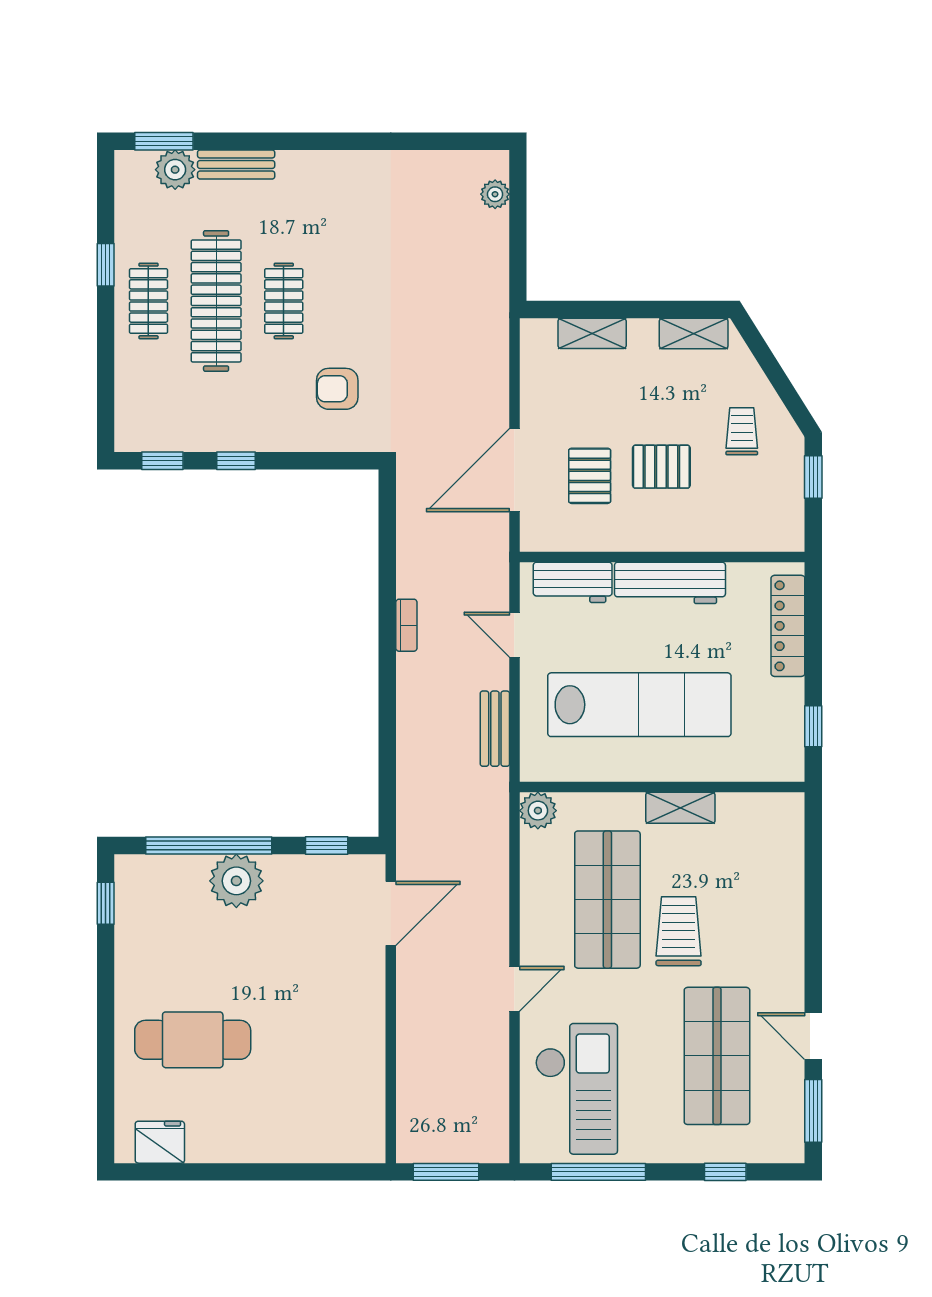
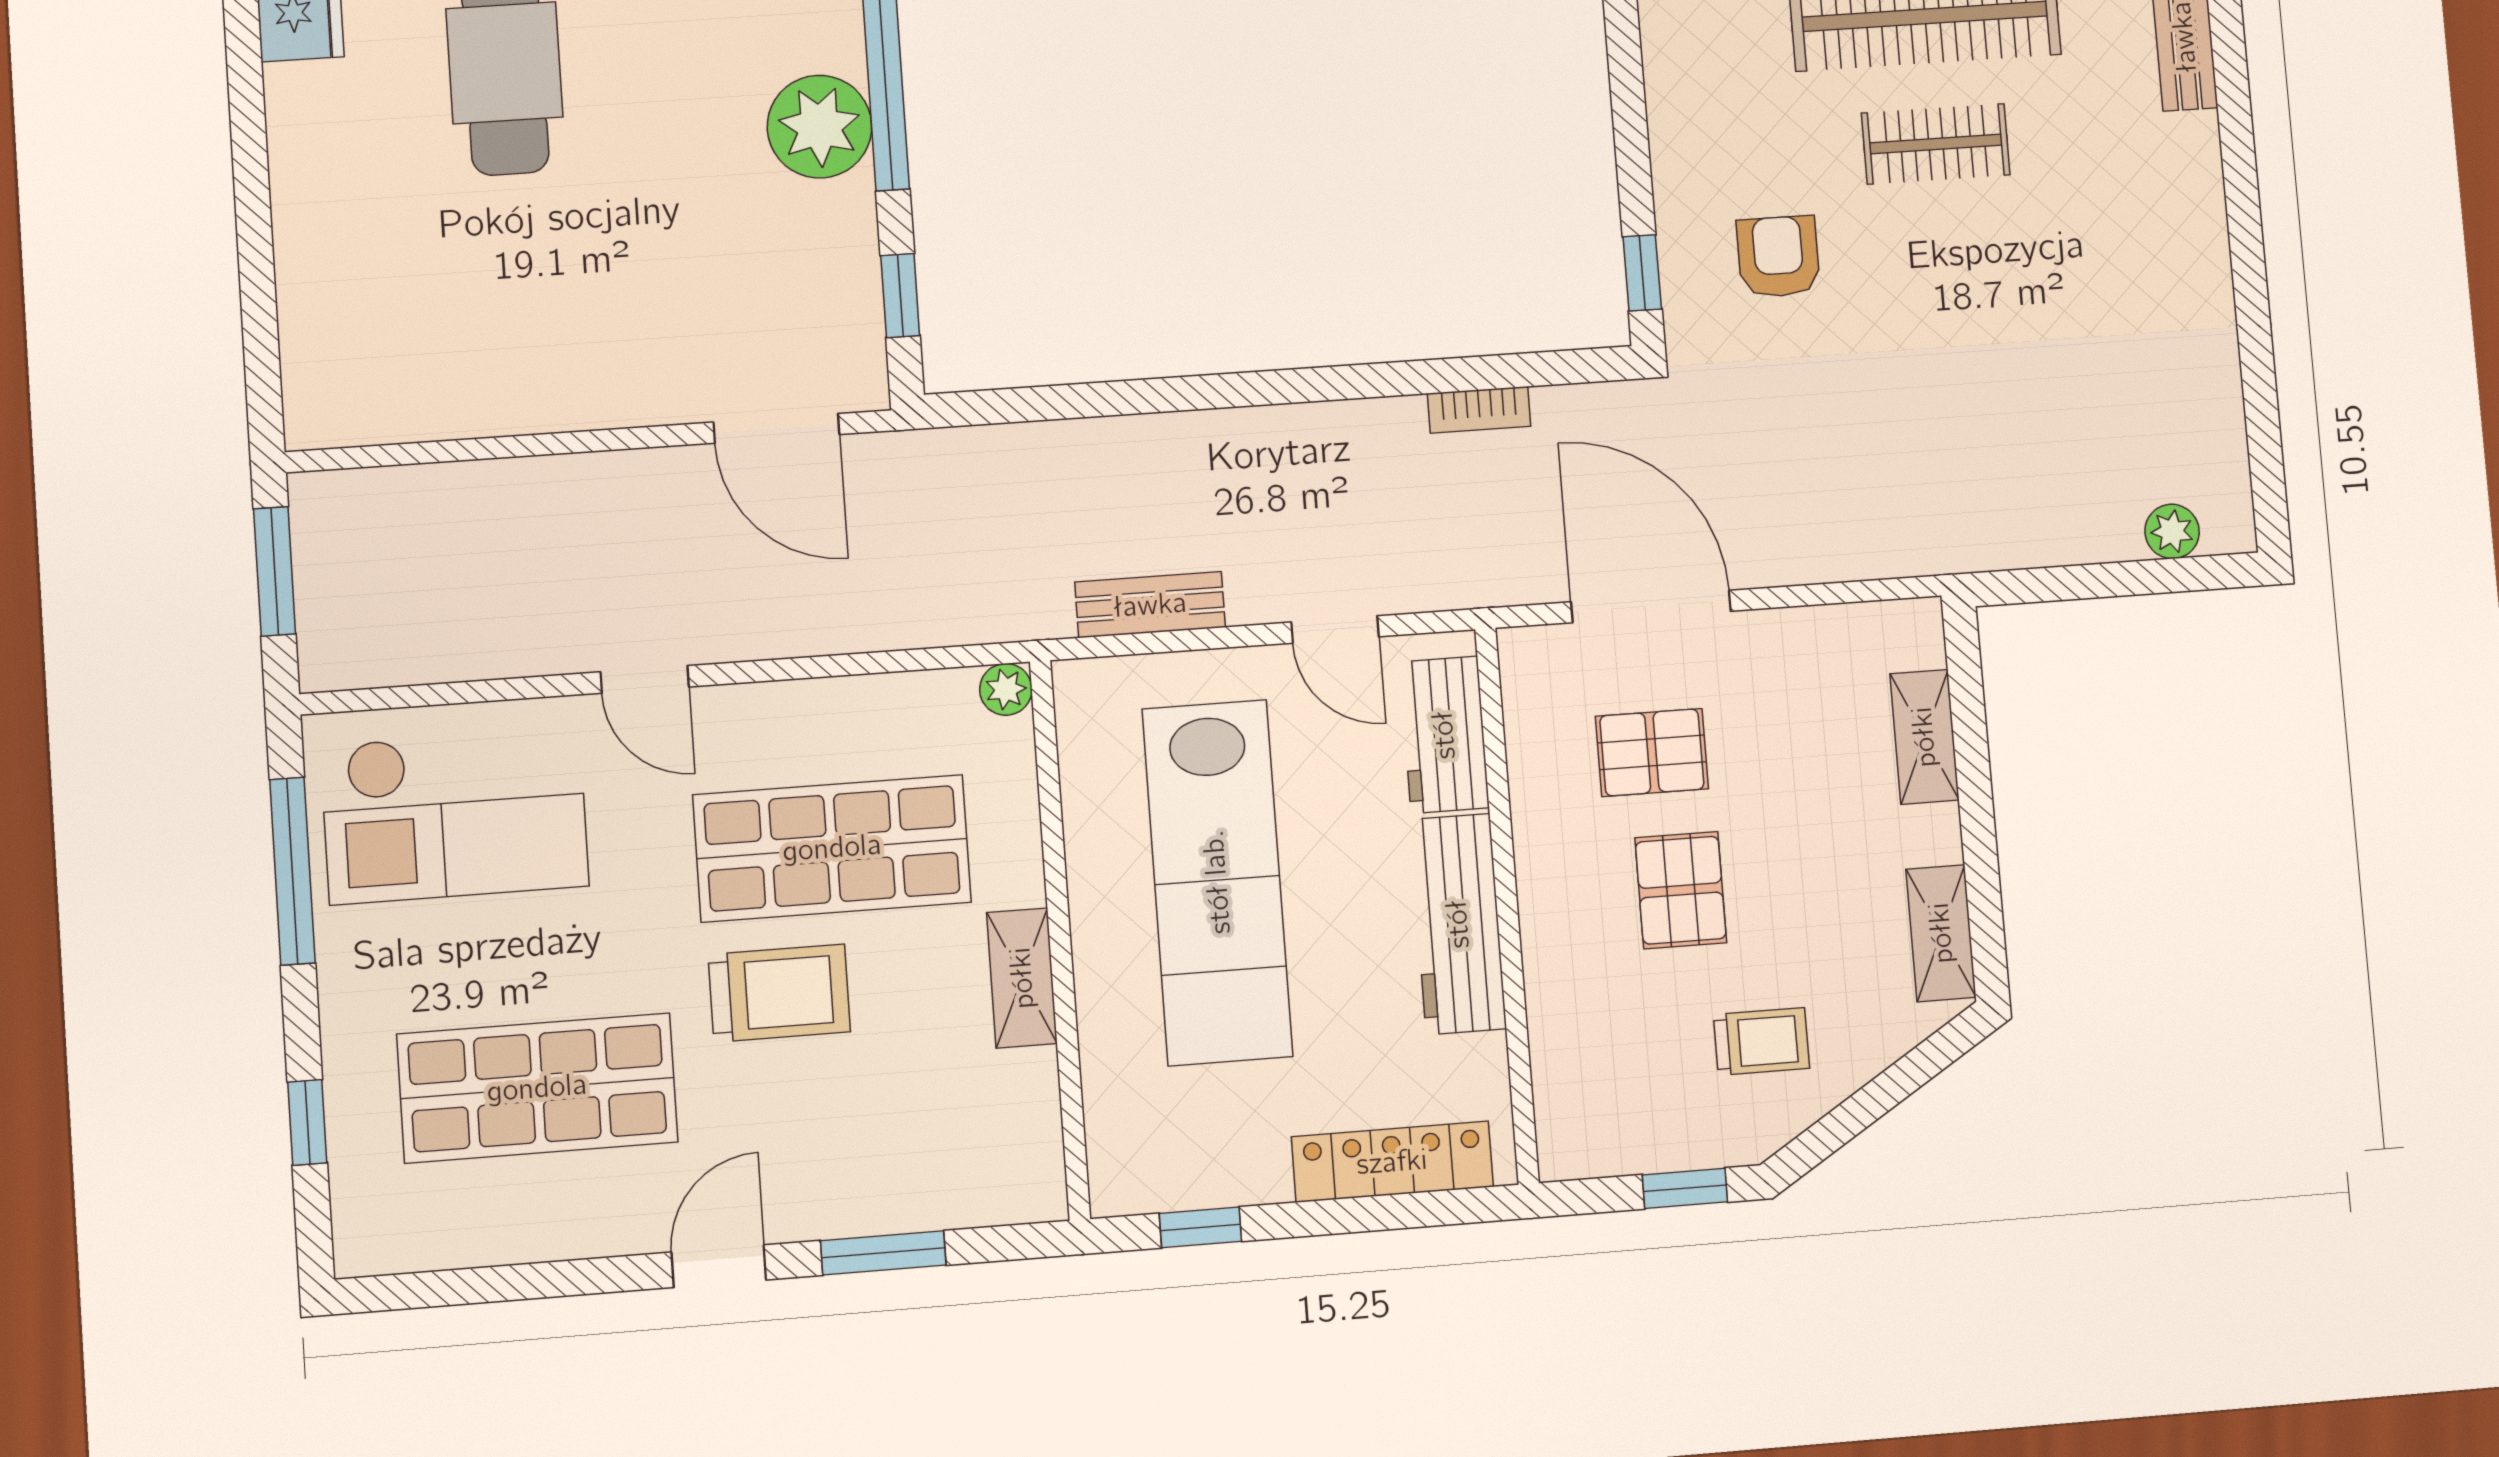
window: (236, 461) -> (1642, 273), moved
bookcase: (406, 625) -> (1479, 410), moved
door: (514, 635) -> (1335, 629), swing flipped
plant: (538, 811) -> (1006, 689), width x0.73, depth x0.73
door: (813, 1036) -> (719, 1266), moved
window: (813, 1111) -> (883, 1253), moved

